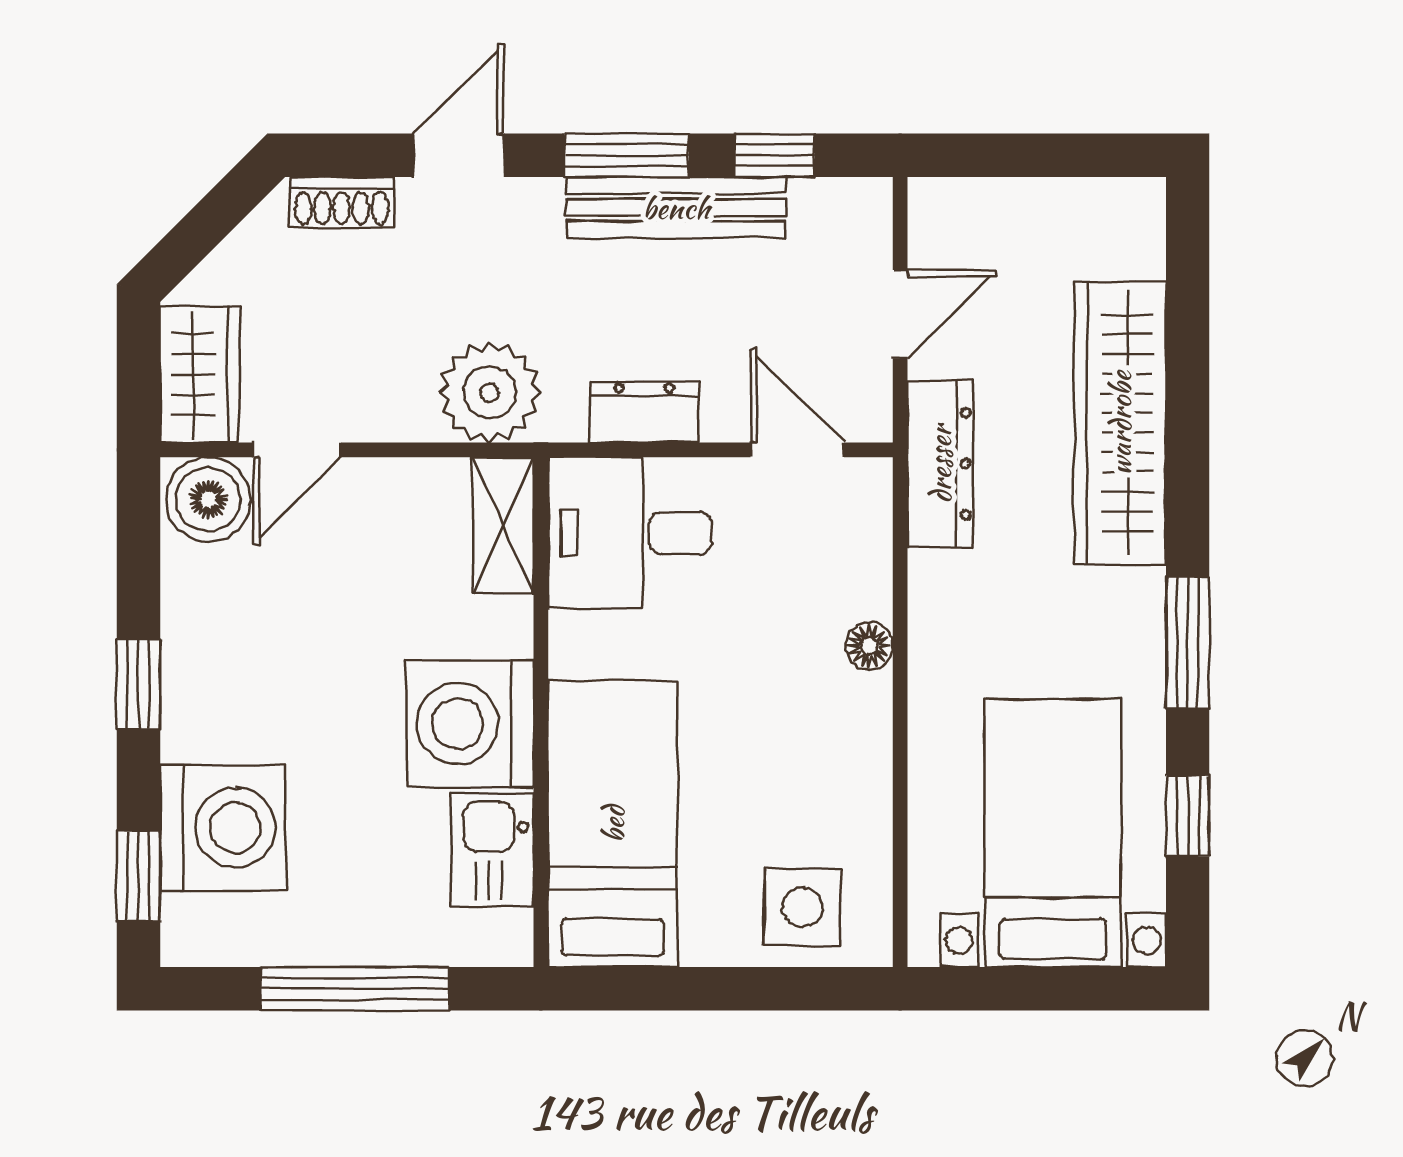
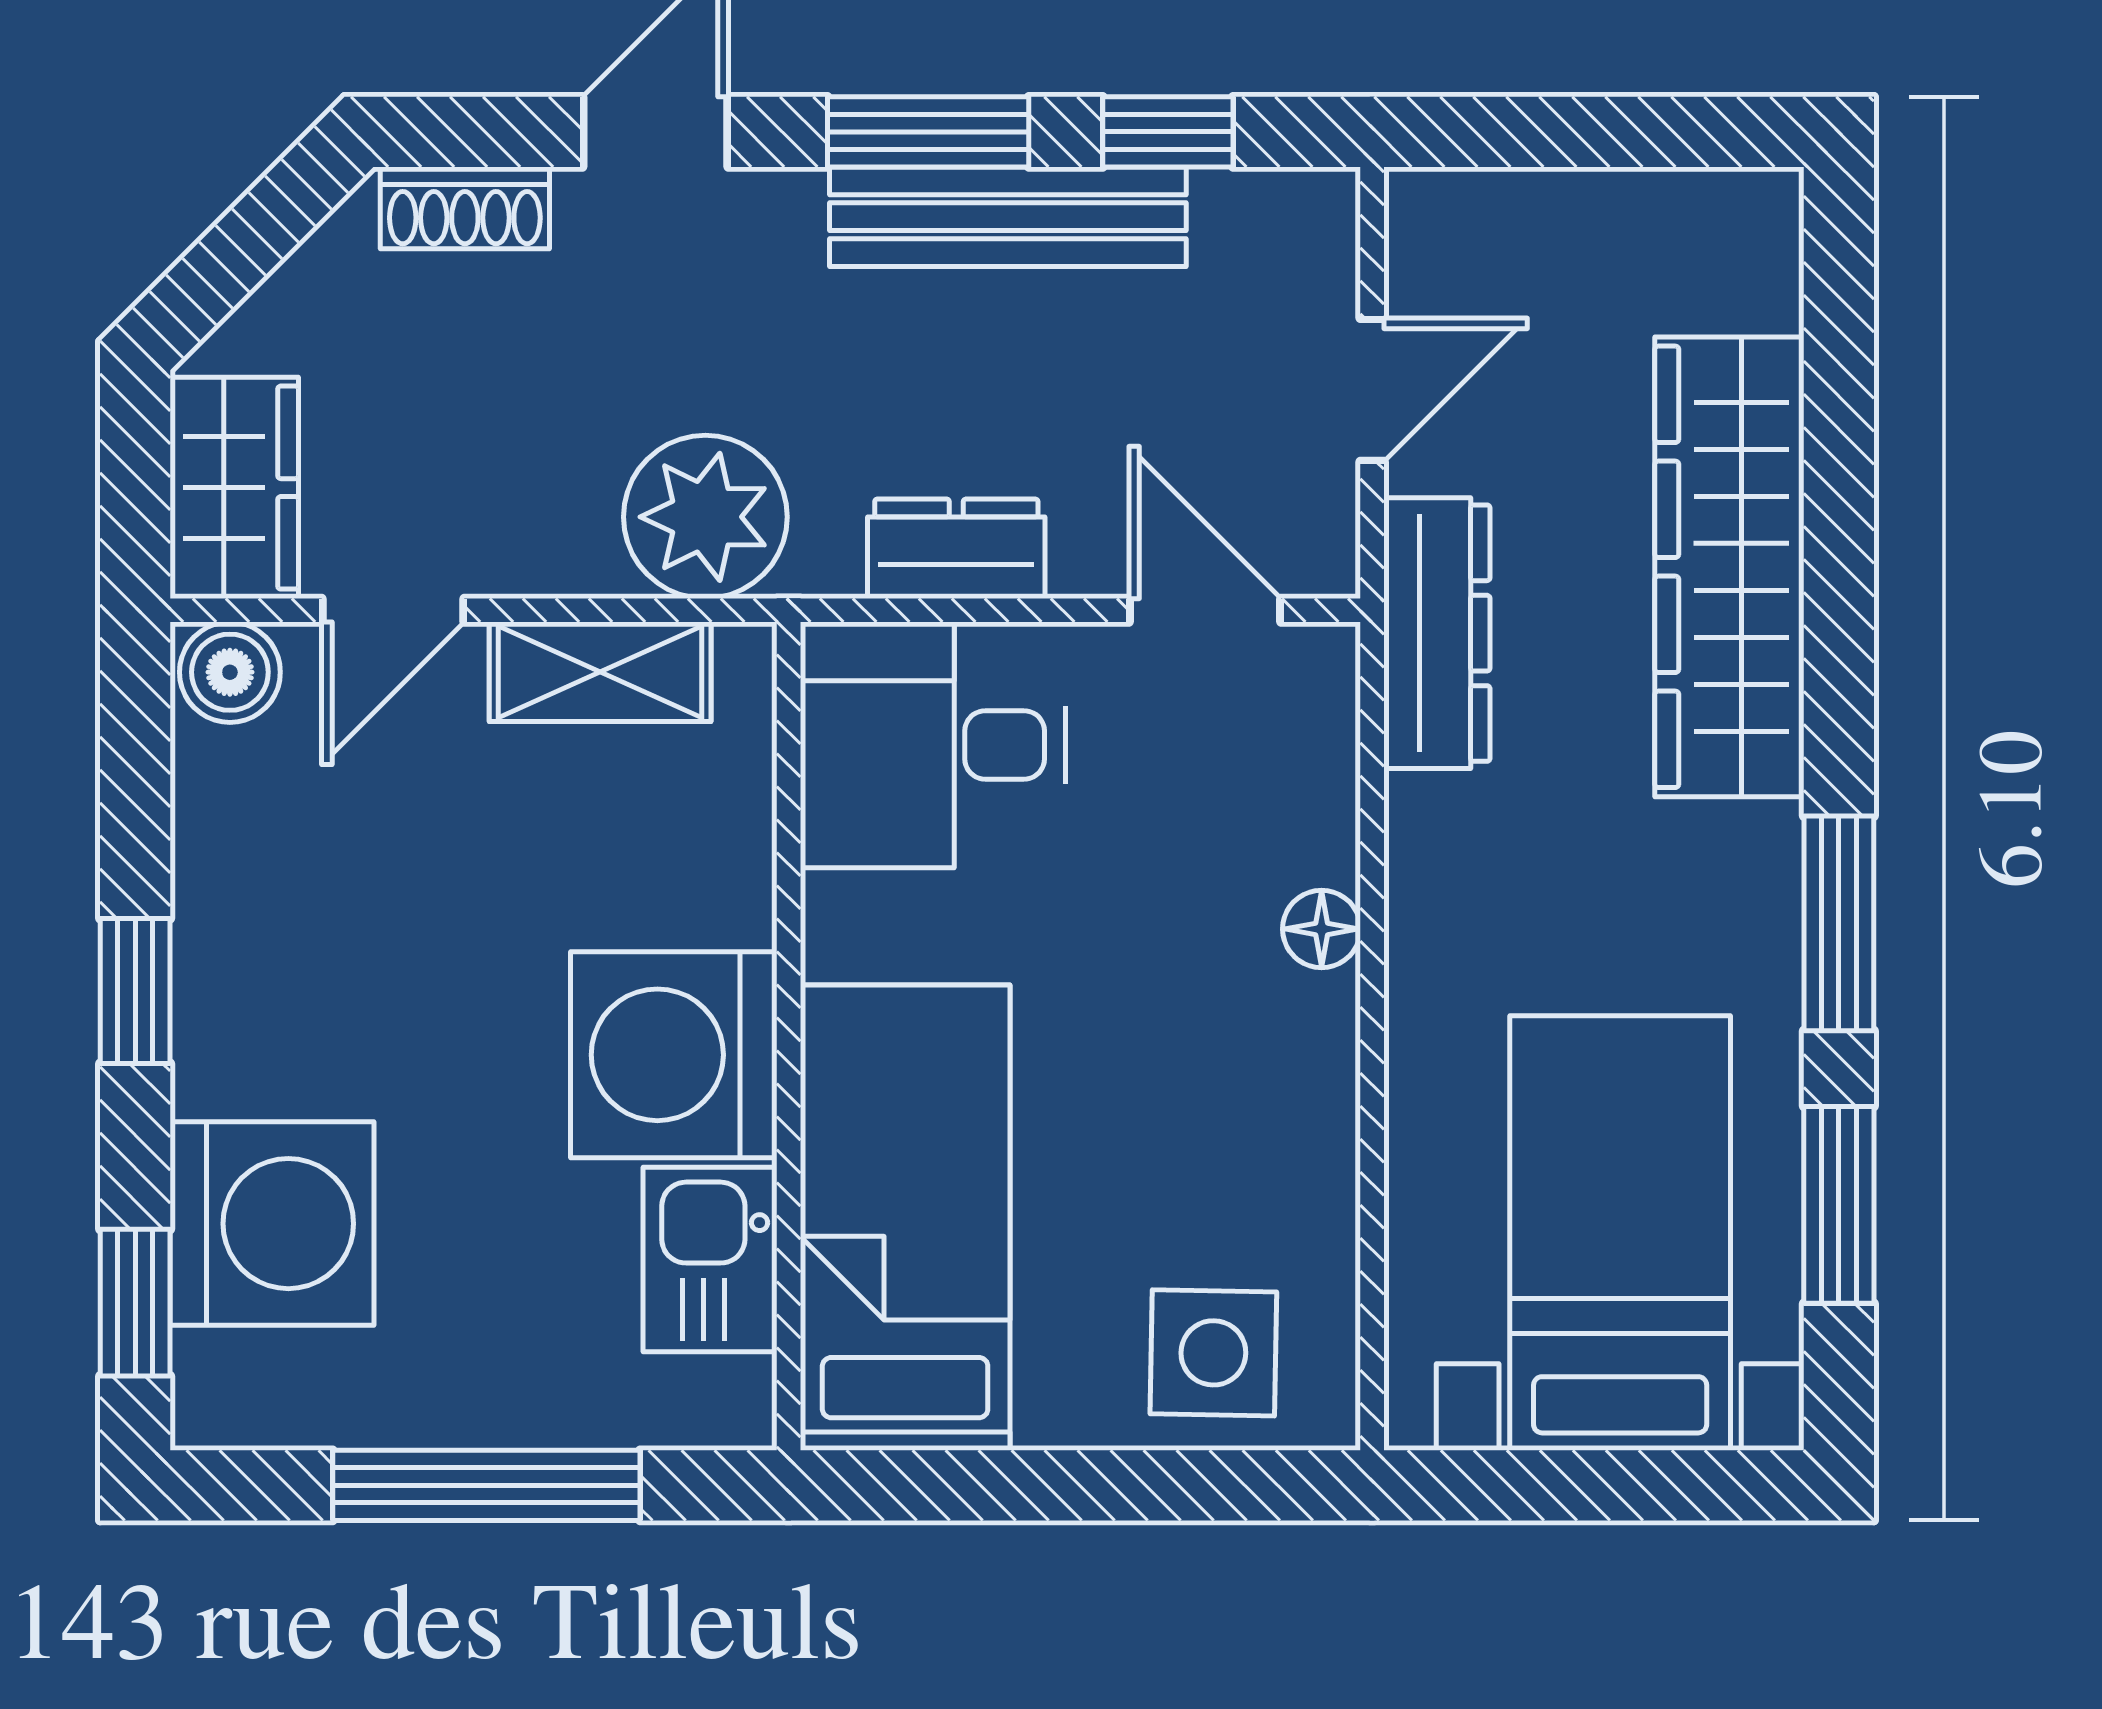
boiler: (208, 499) -> (230, 672), width x0.73, depth x0.73
shelving: (503, 525) -> (600, 672), moved, turned 90
window: (1188, 816) -> (1839, 1205), width x1.50

